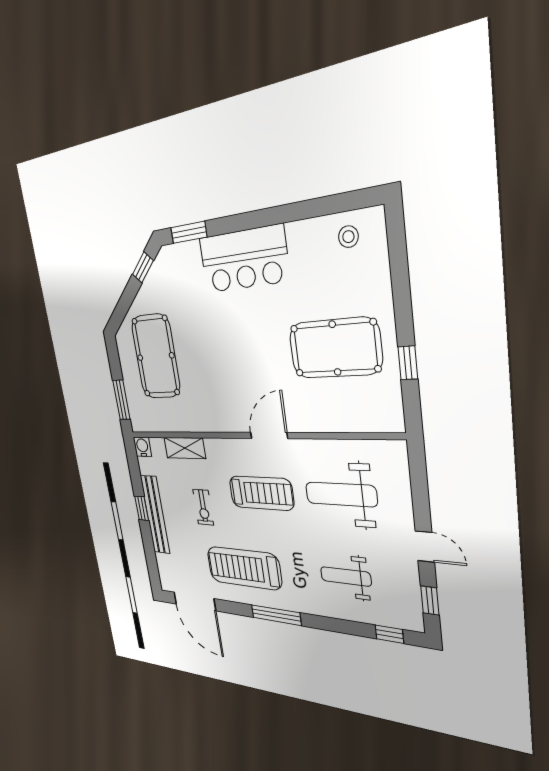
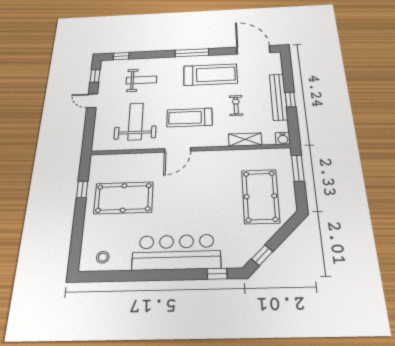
window: (189, 232) -> (217, 274), width x0.67
bar counter: (244, 259) -> (176, 252), width x1.36
weight bench: (341, 494) -> (136, 121), turned -90

